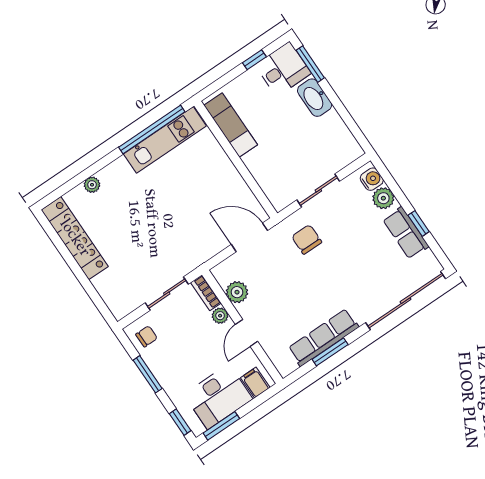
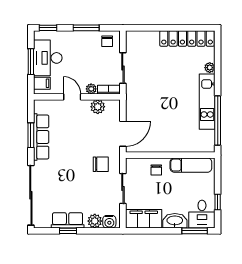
filing cabinet: (339, 138) -> (144, 219), added
kitchen unit: (165, 140) -> (207, 102), moved
chair: (267, 165) -> (156, 170), added
window: (221, 426) -> (31, 62), moved

